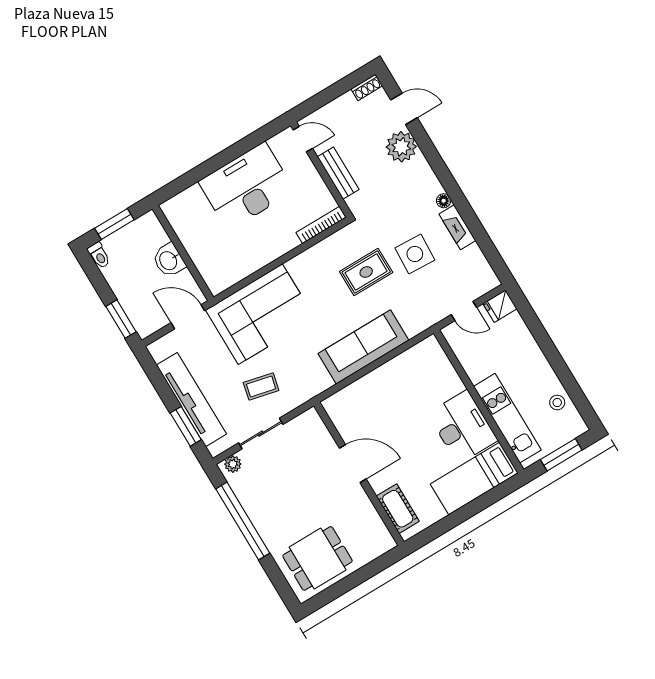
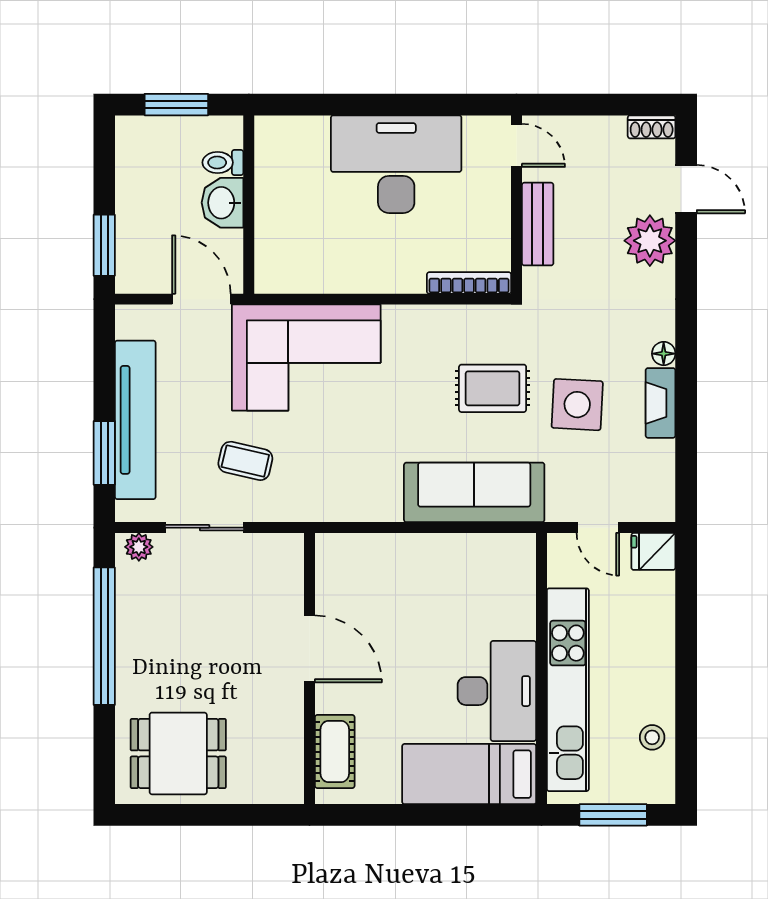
toilet: (99, 255) -> (223, 162), moved, turned 90
sofa: (363, 347) -> (474, 492), moved
kitchen unit: (507, 418) -> (568, 690), width x1.36

